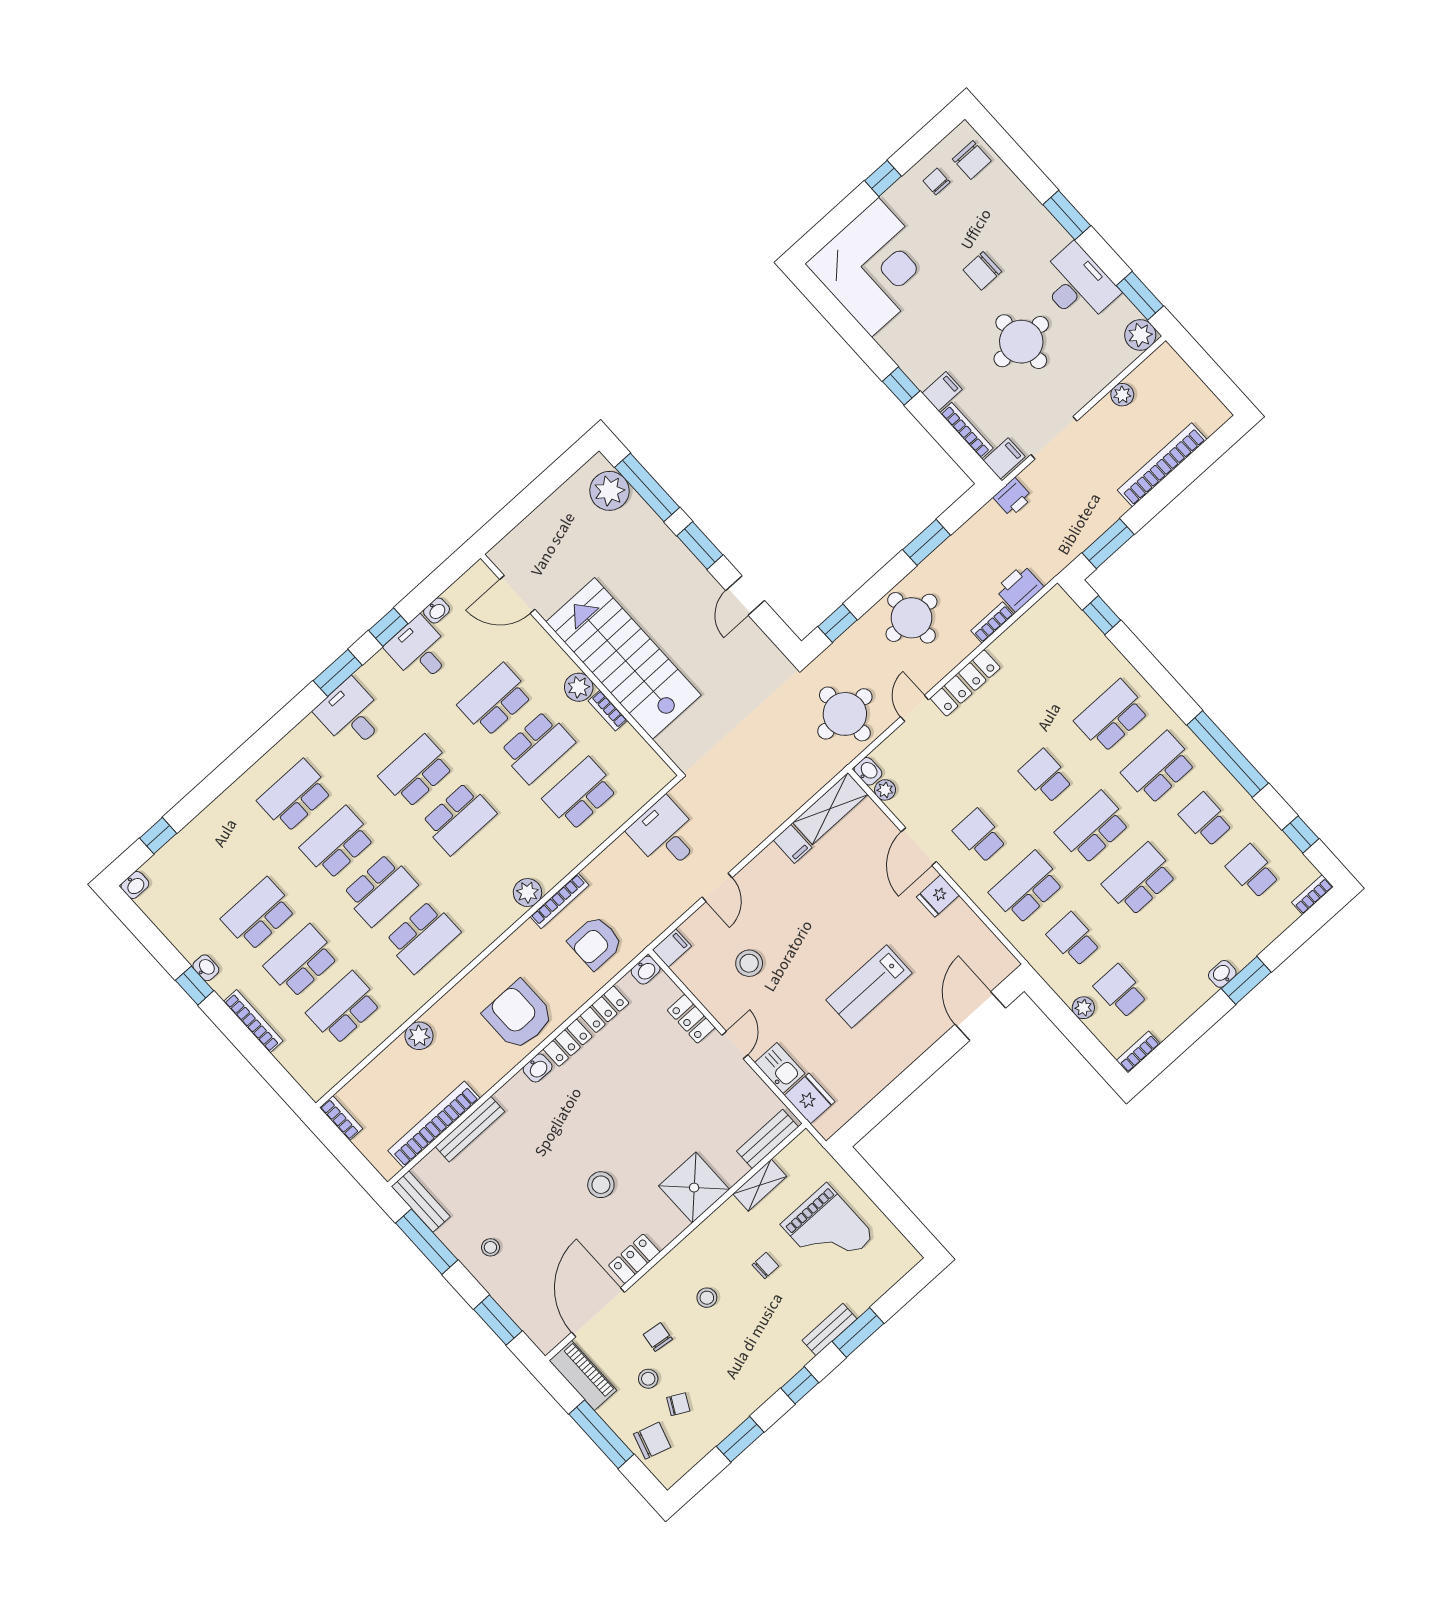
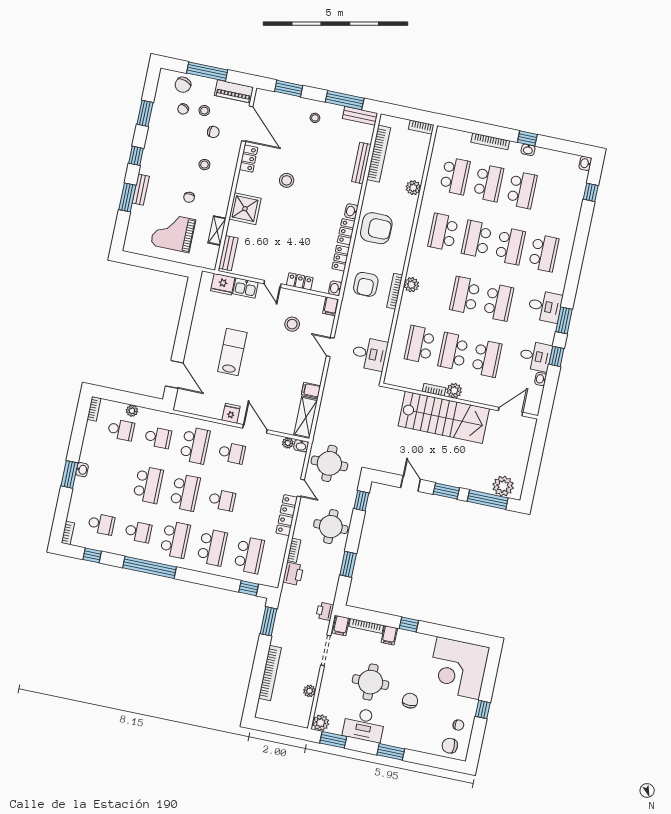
school desk: (1065, 664) -> (249, 555), added
school desk: (580, 794) -> (420, 344), turned 180
armchair: (595, 943) -> (366, 284), turned 180

